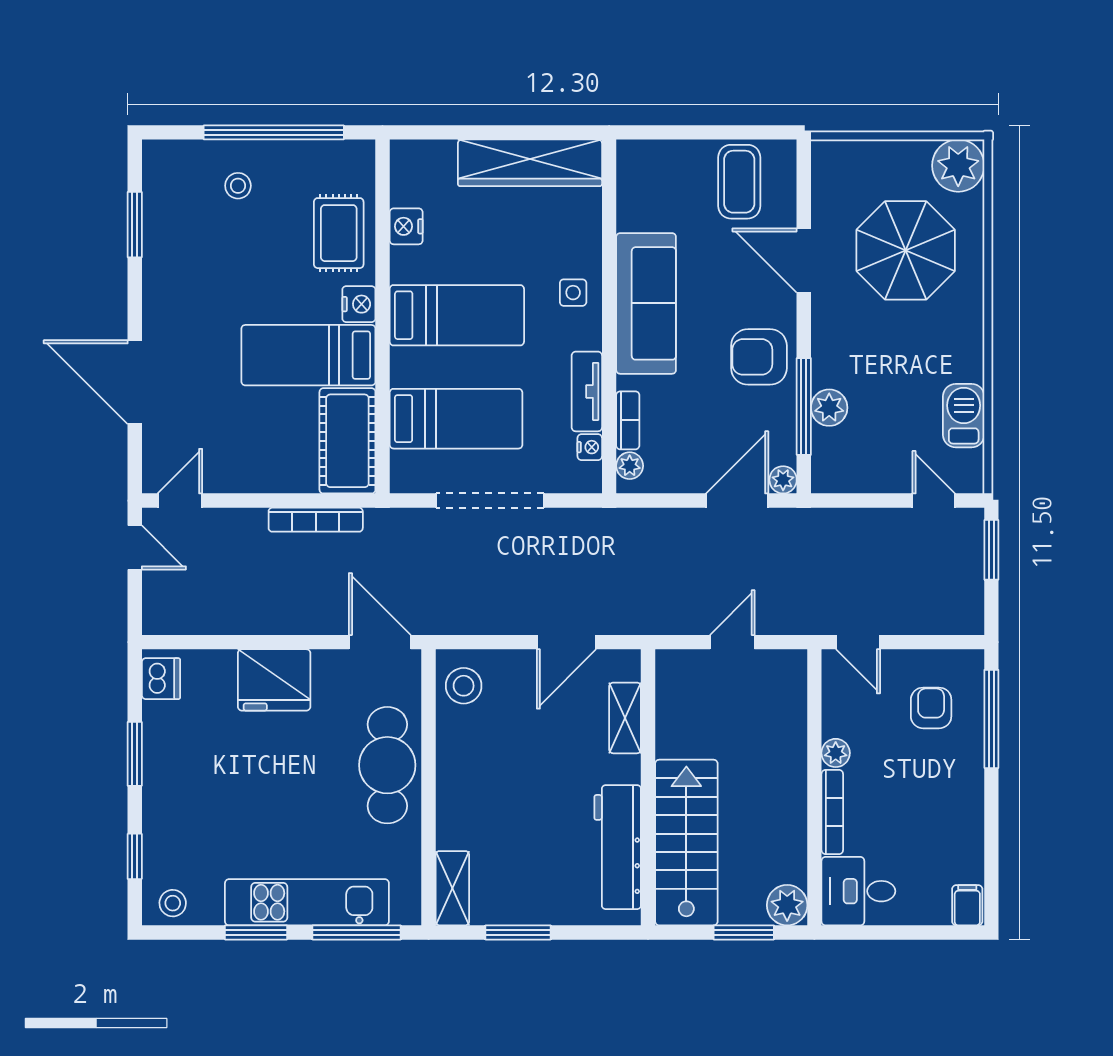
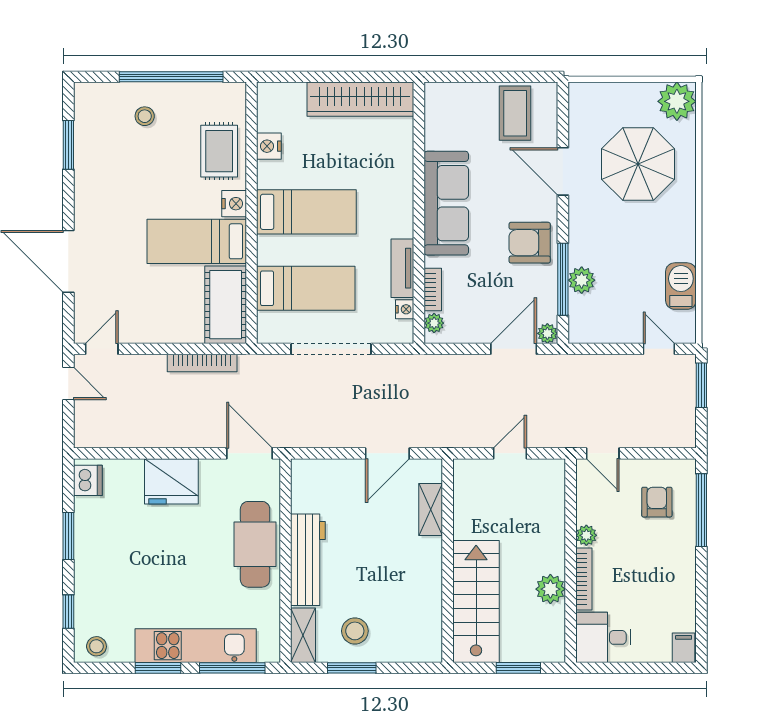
side table: (573, 293) -> (392, 195), removed
stool: (464, 686) -> (355, 631), moved
workbench: (618, 847) -> (308, 560), moved, turned 180
plant: (787, 905) -> (550, 589), moved

